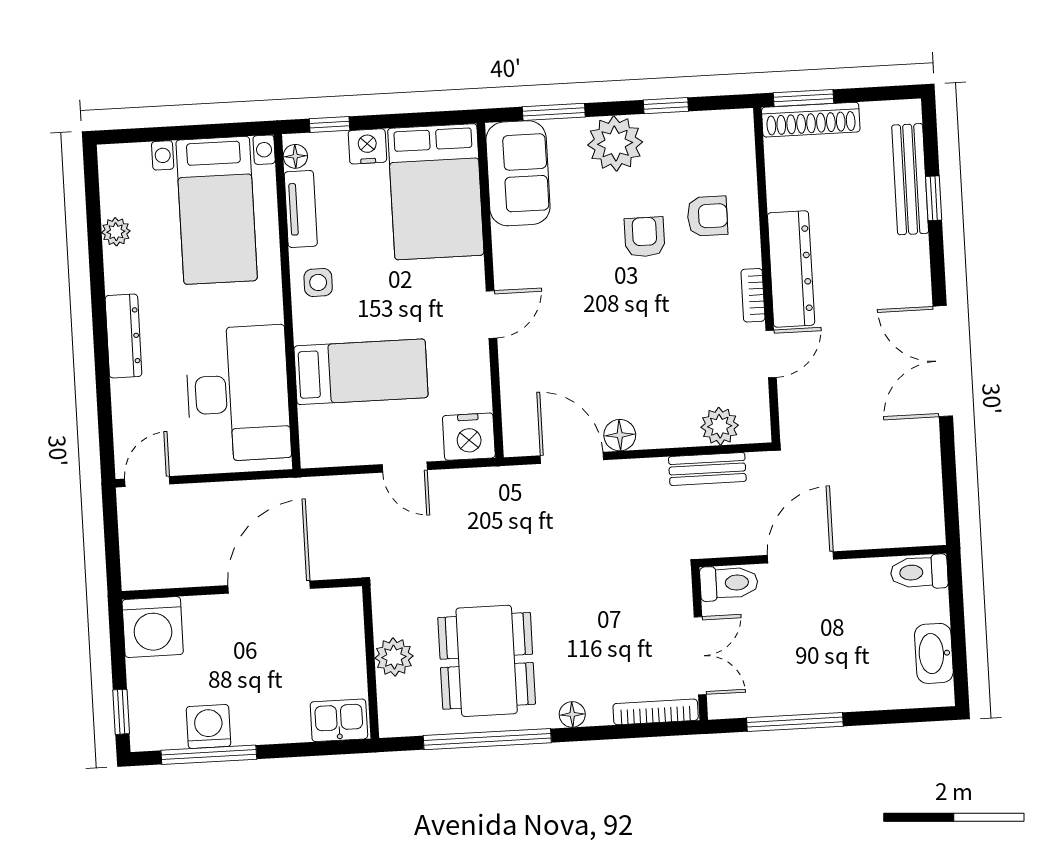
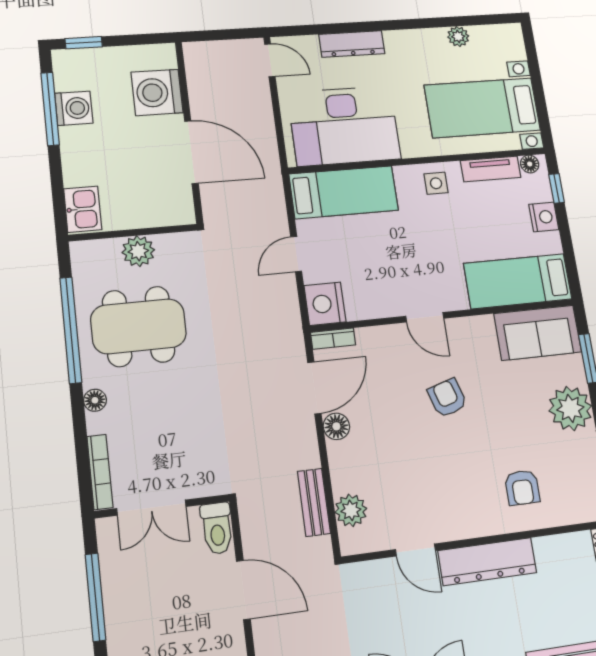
bed: (436, 192) -> (518, 281), width x0.67
armchair: (645, 237) -> (447, 398), moved, turned -107
bookcase: (753, 295) -> (333, 339), moved, turned 180
dresser: (123, 336) -> (352, 44), moved
bed: (361, 372) -> (344, 192), moved, turned -90
washing machine: (153, 627) -> (157, 92), moved

